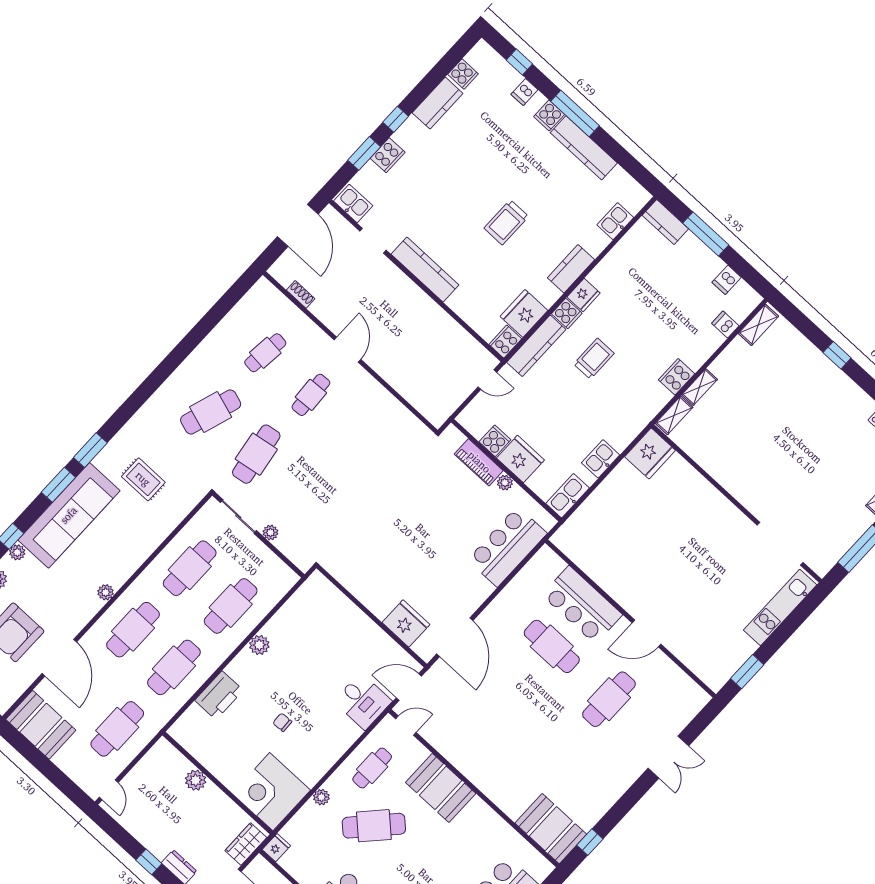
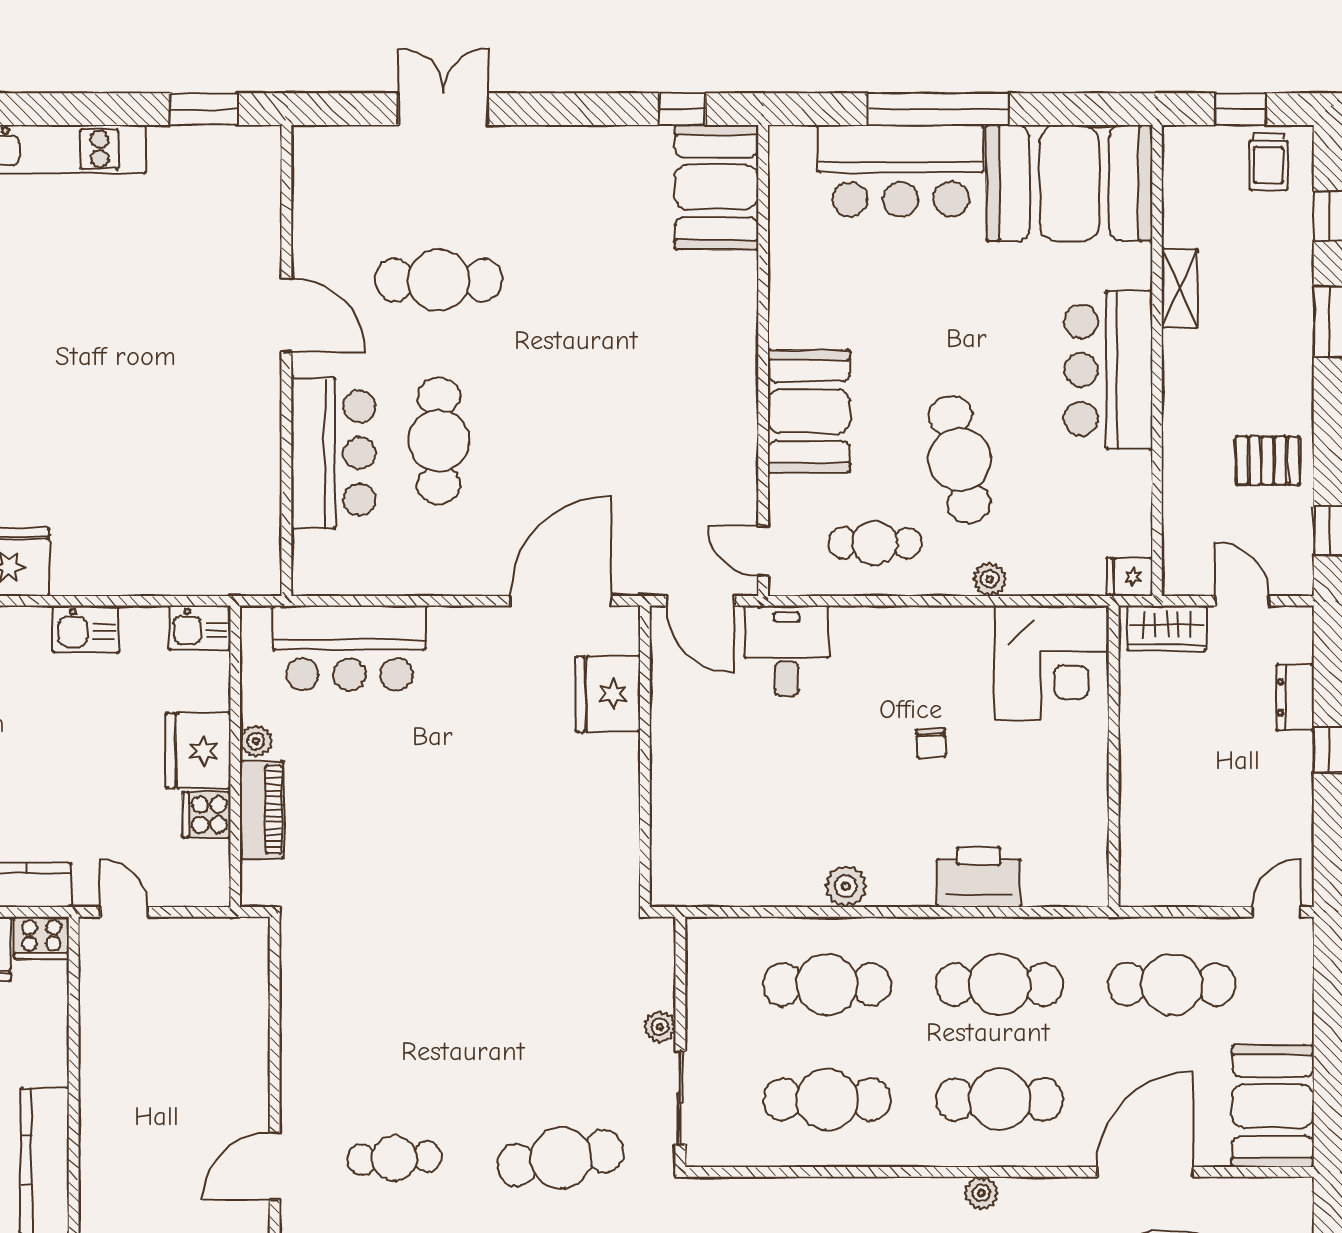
kitchen sink: (568, 496) -> (200, 628), width x0.73
plant: (196, 780) -> (1140, 794), removed
cafe table: (374, 826) -> (960, 460), turned 35

